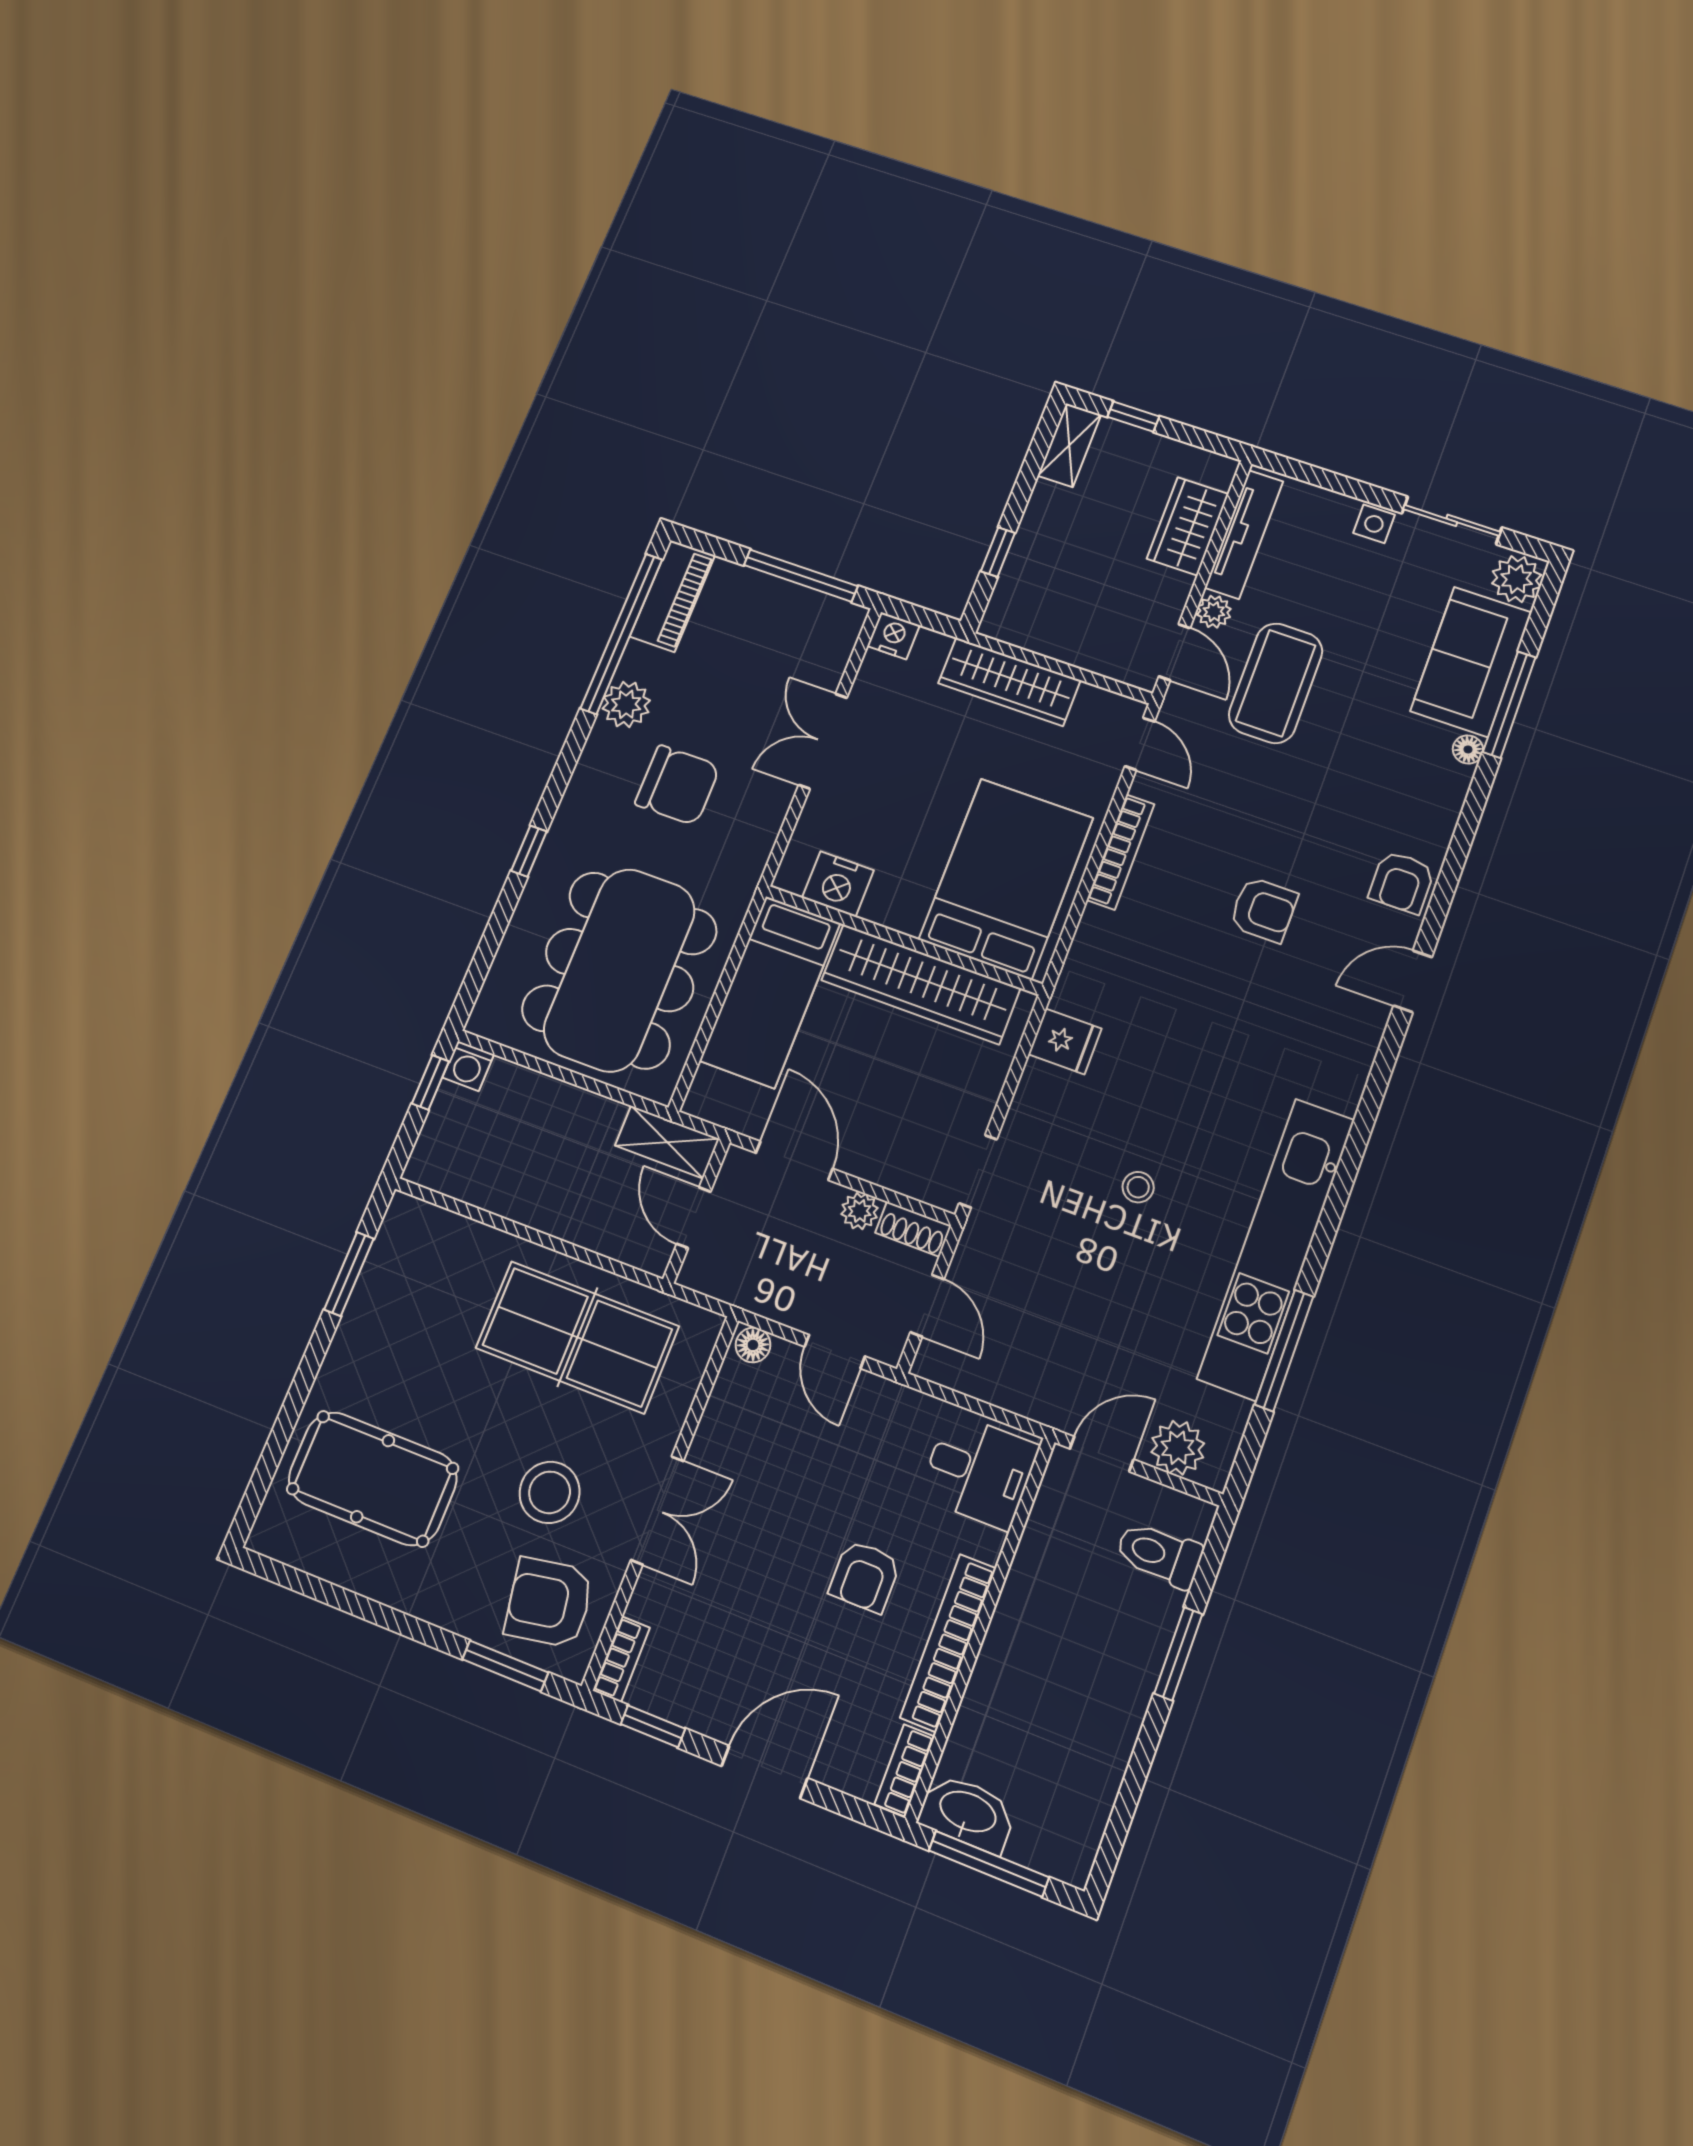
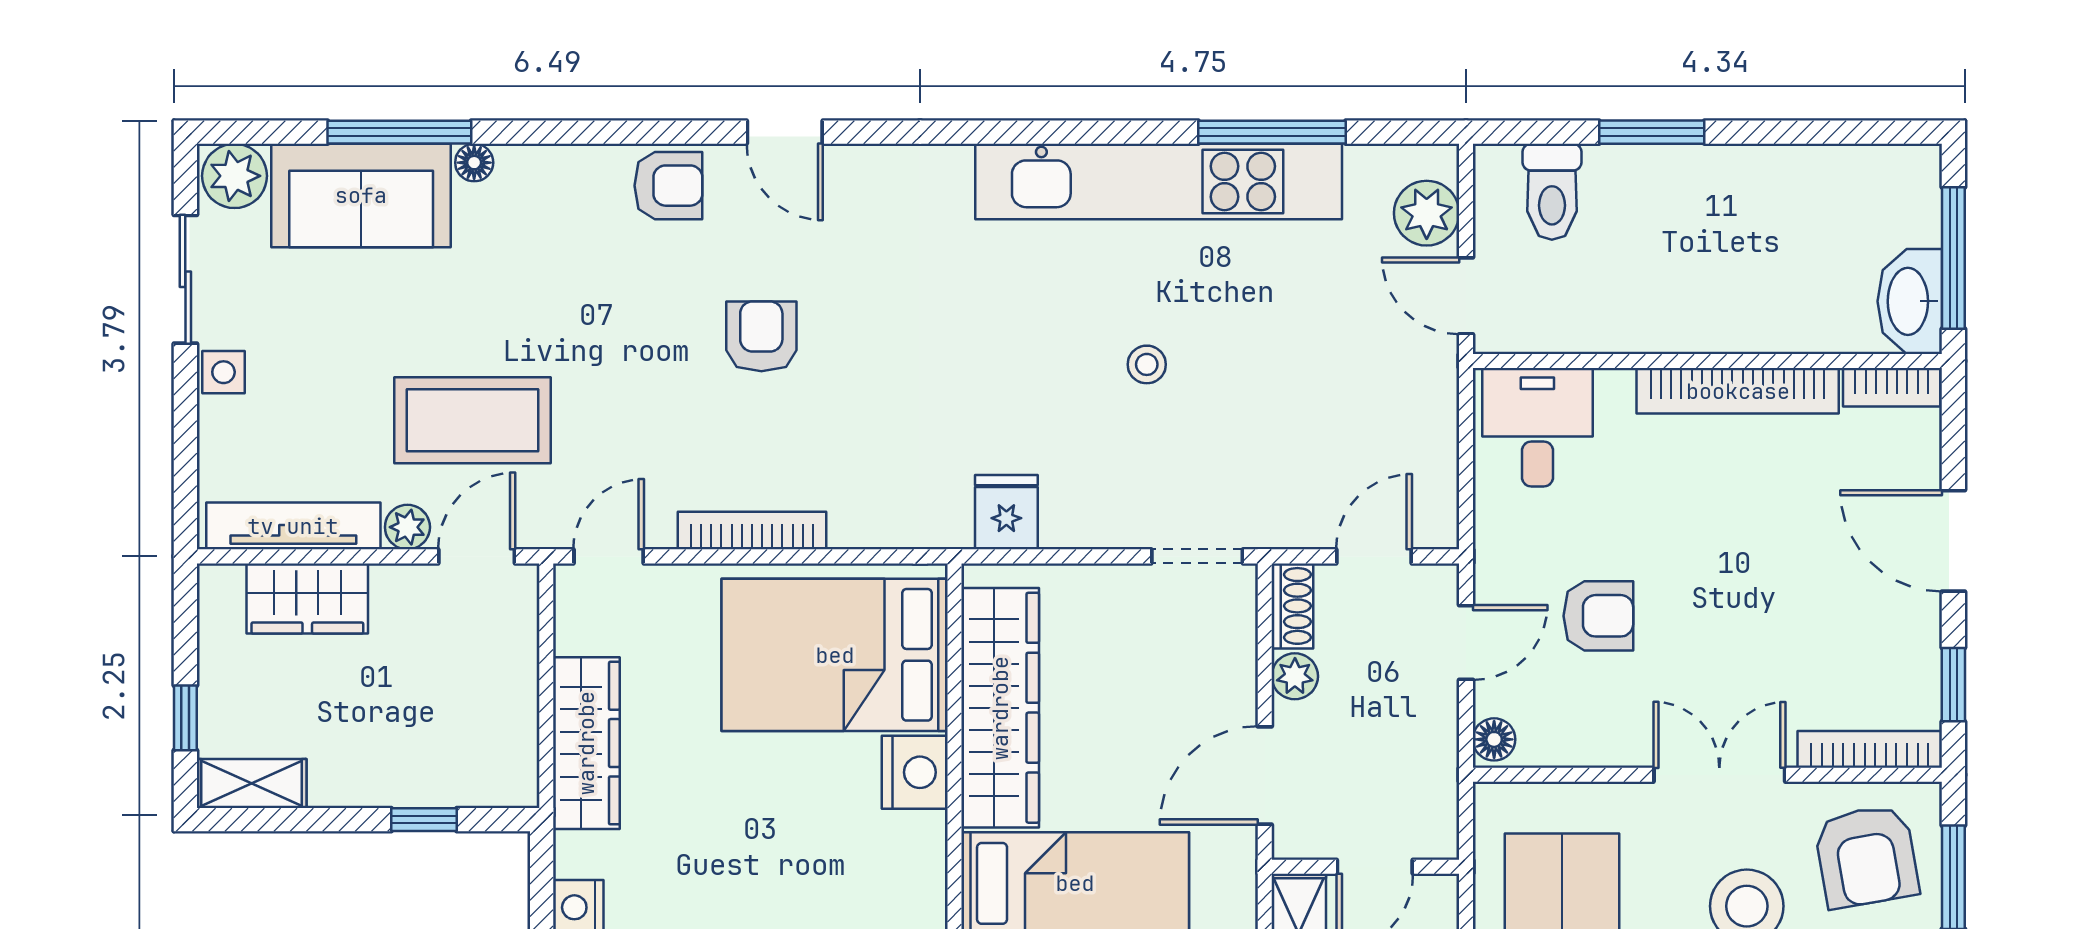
nightstand: (838, 884) -> (915, 772), moved
armchair: (865, 1576) -> (1598, 616), moved
bookcase: (621, 1659) -> (1870, 749), width x1.56

